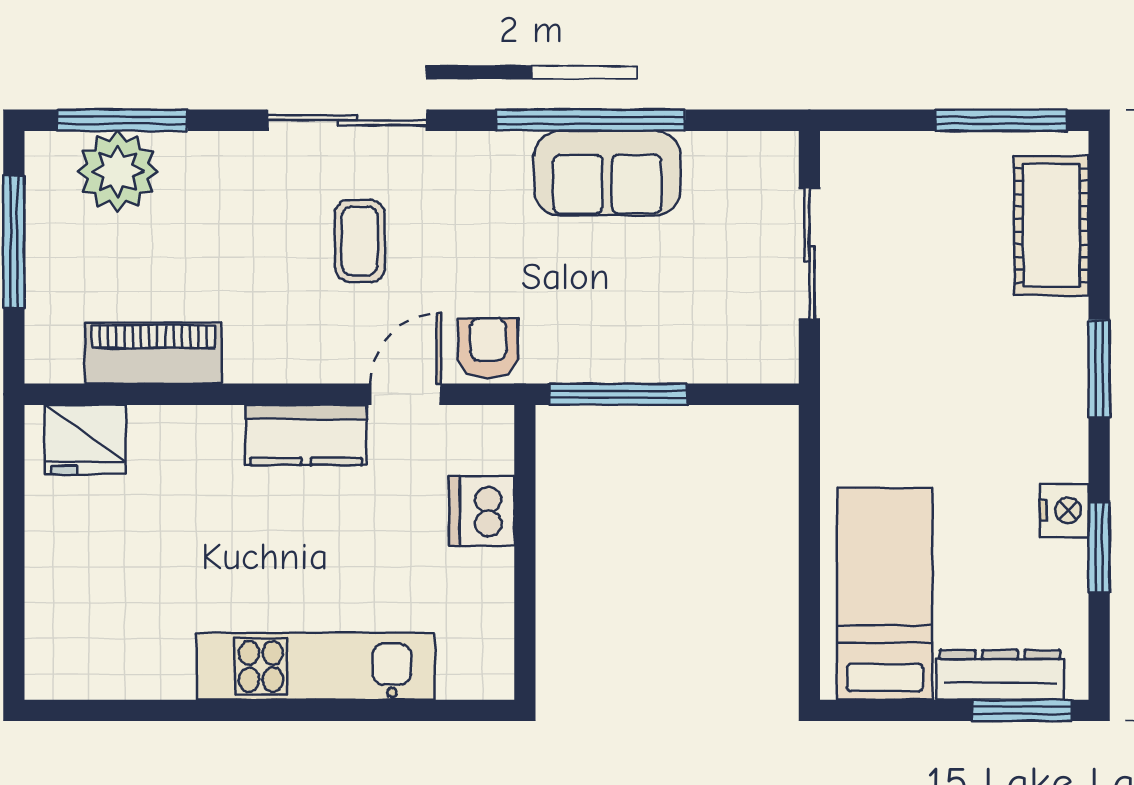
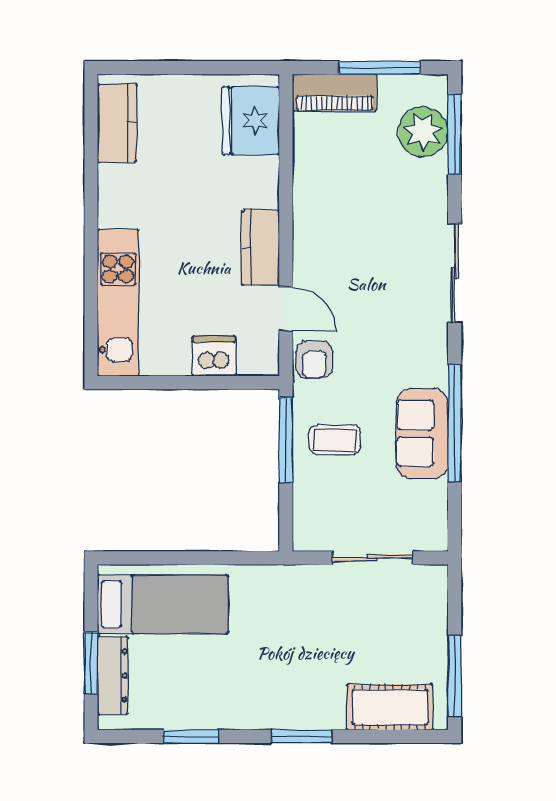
coffee table: (360, 241) -> (335, 440), moved
armchair: (488, 348) -> (314, 360), turned 90
piano: (153, 353) -> (334, 93), moved, turned 90
fridge: (85, 439) -> (251, 121), width x1.36, depth x1.34
nightstand: (1064, 510) -> (214, 715), removed
kitchen unit: (316, 666) -> (118, 303), moved
kitchen counter: (103, 668) -> (117, 123), added
window: (1022, 710) -> (91, 663), moved

